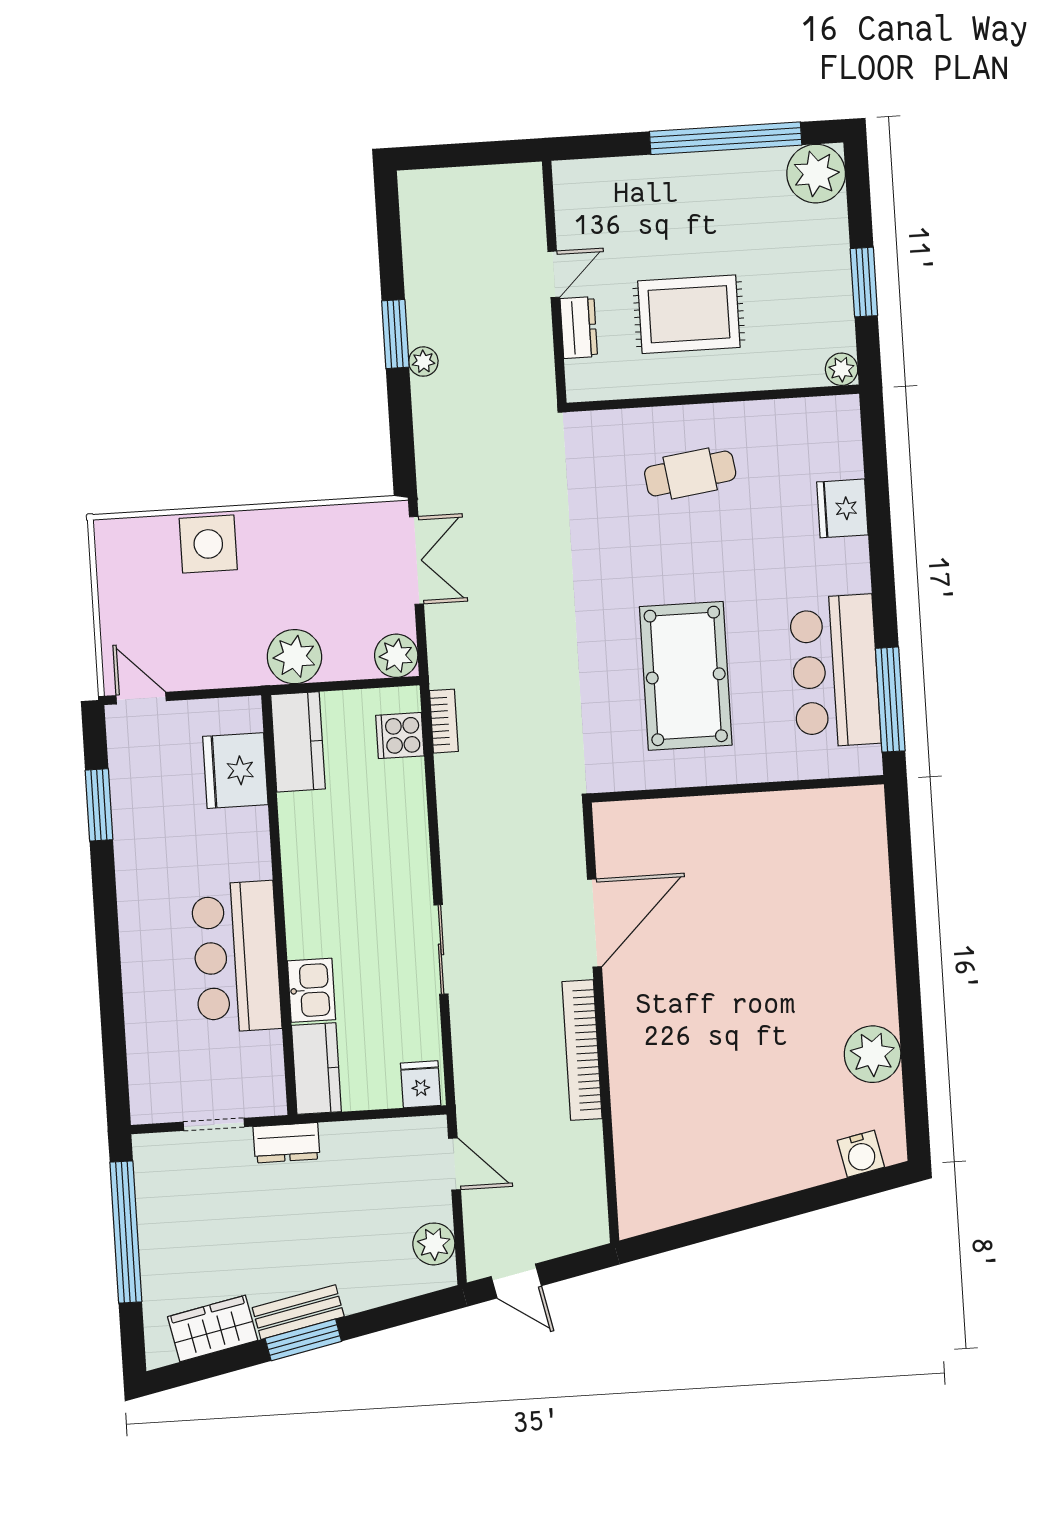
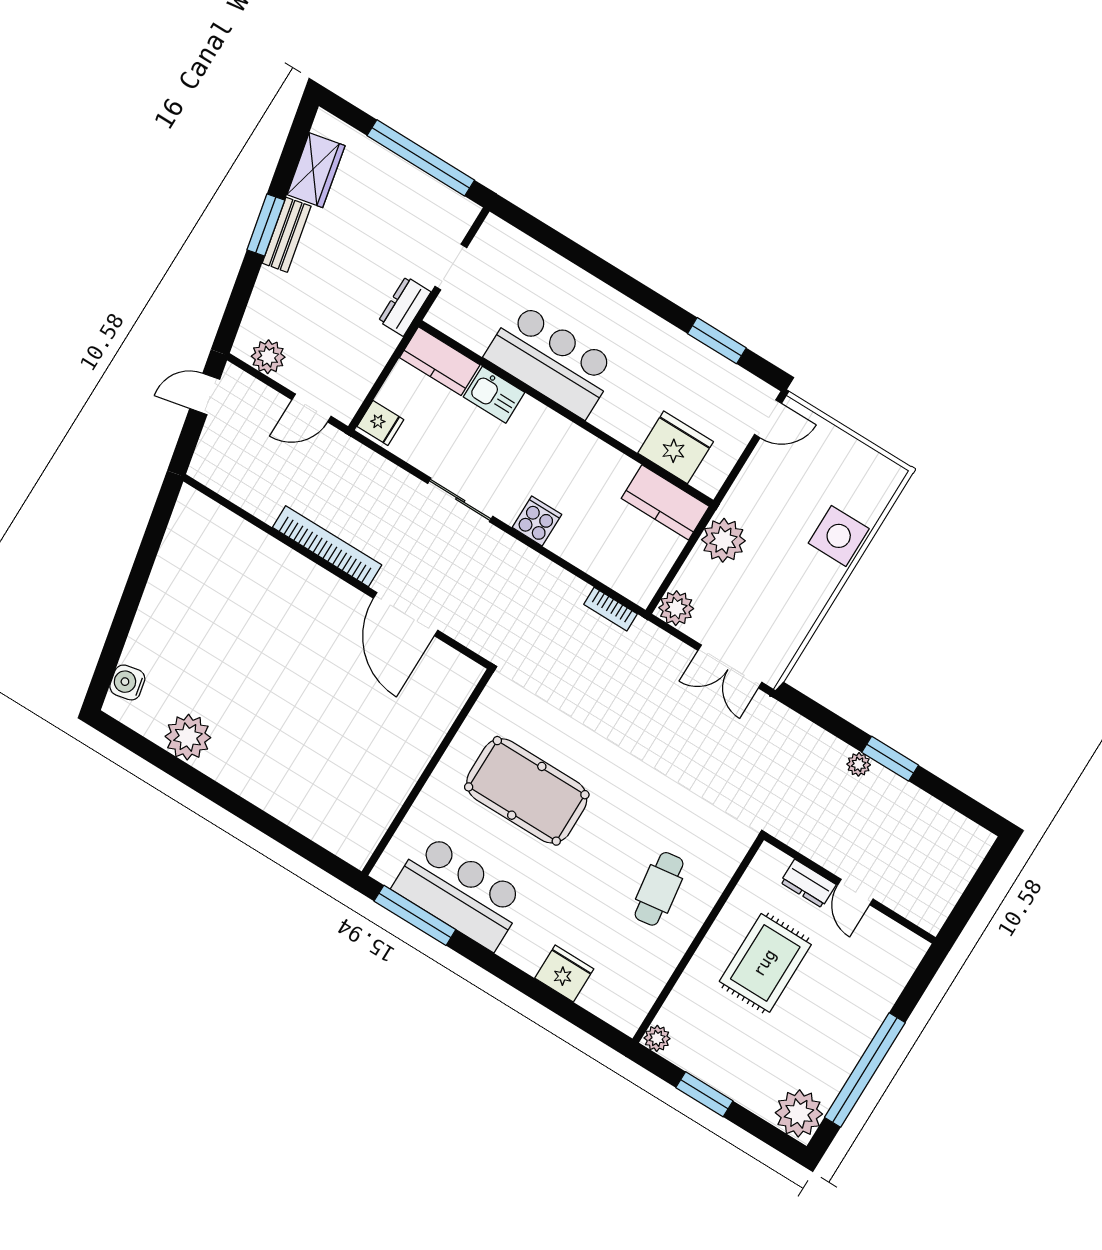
cooker: (400, 736) -> (537, 521), moved

